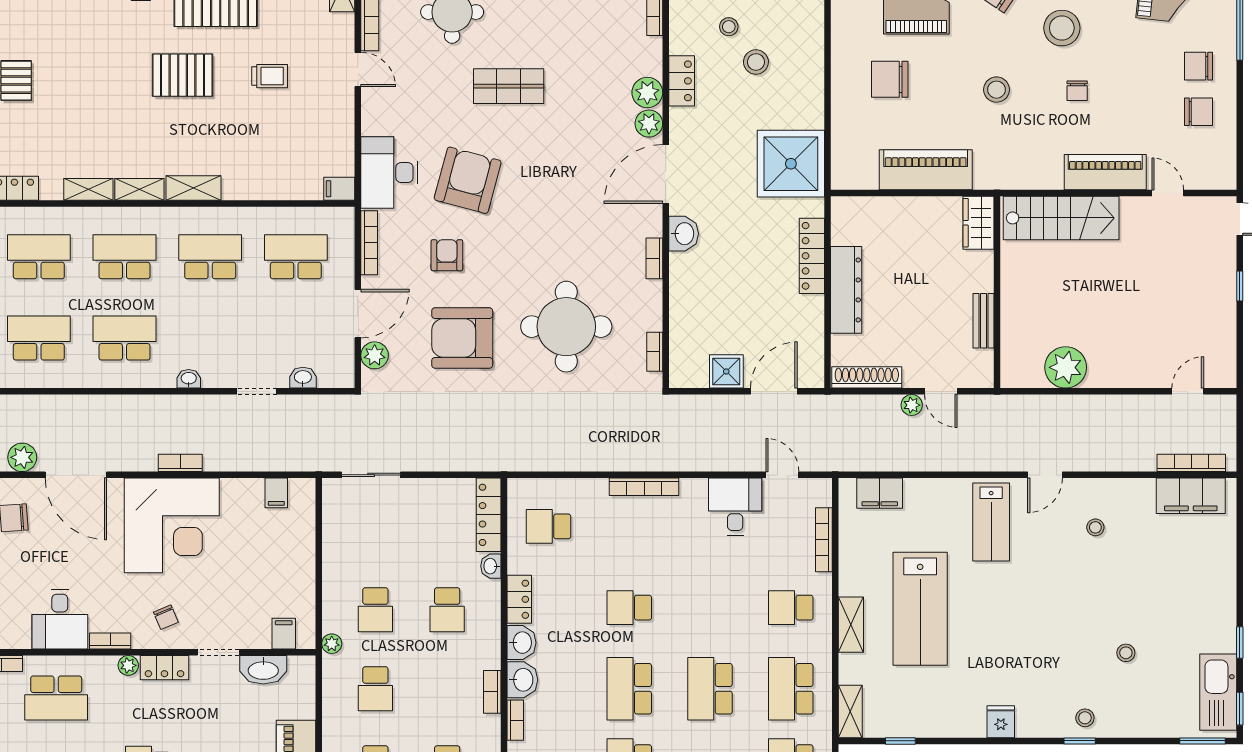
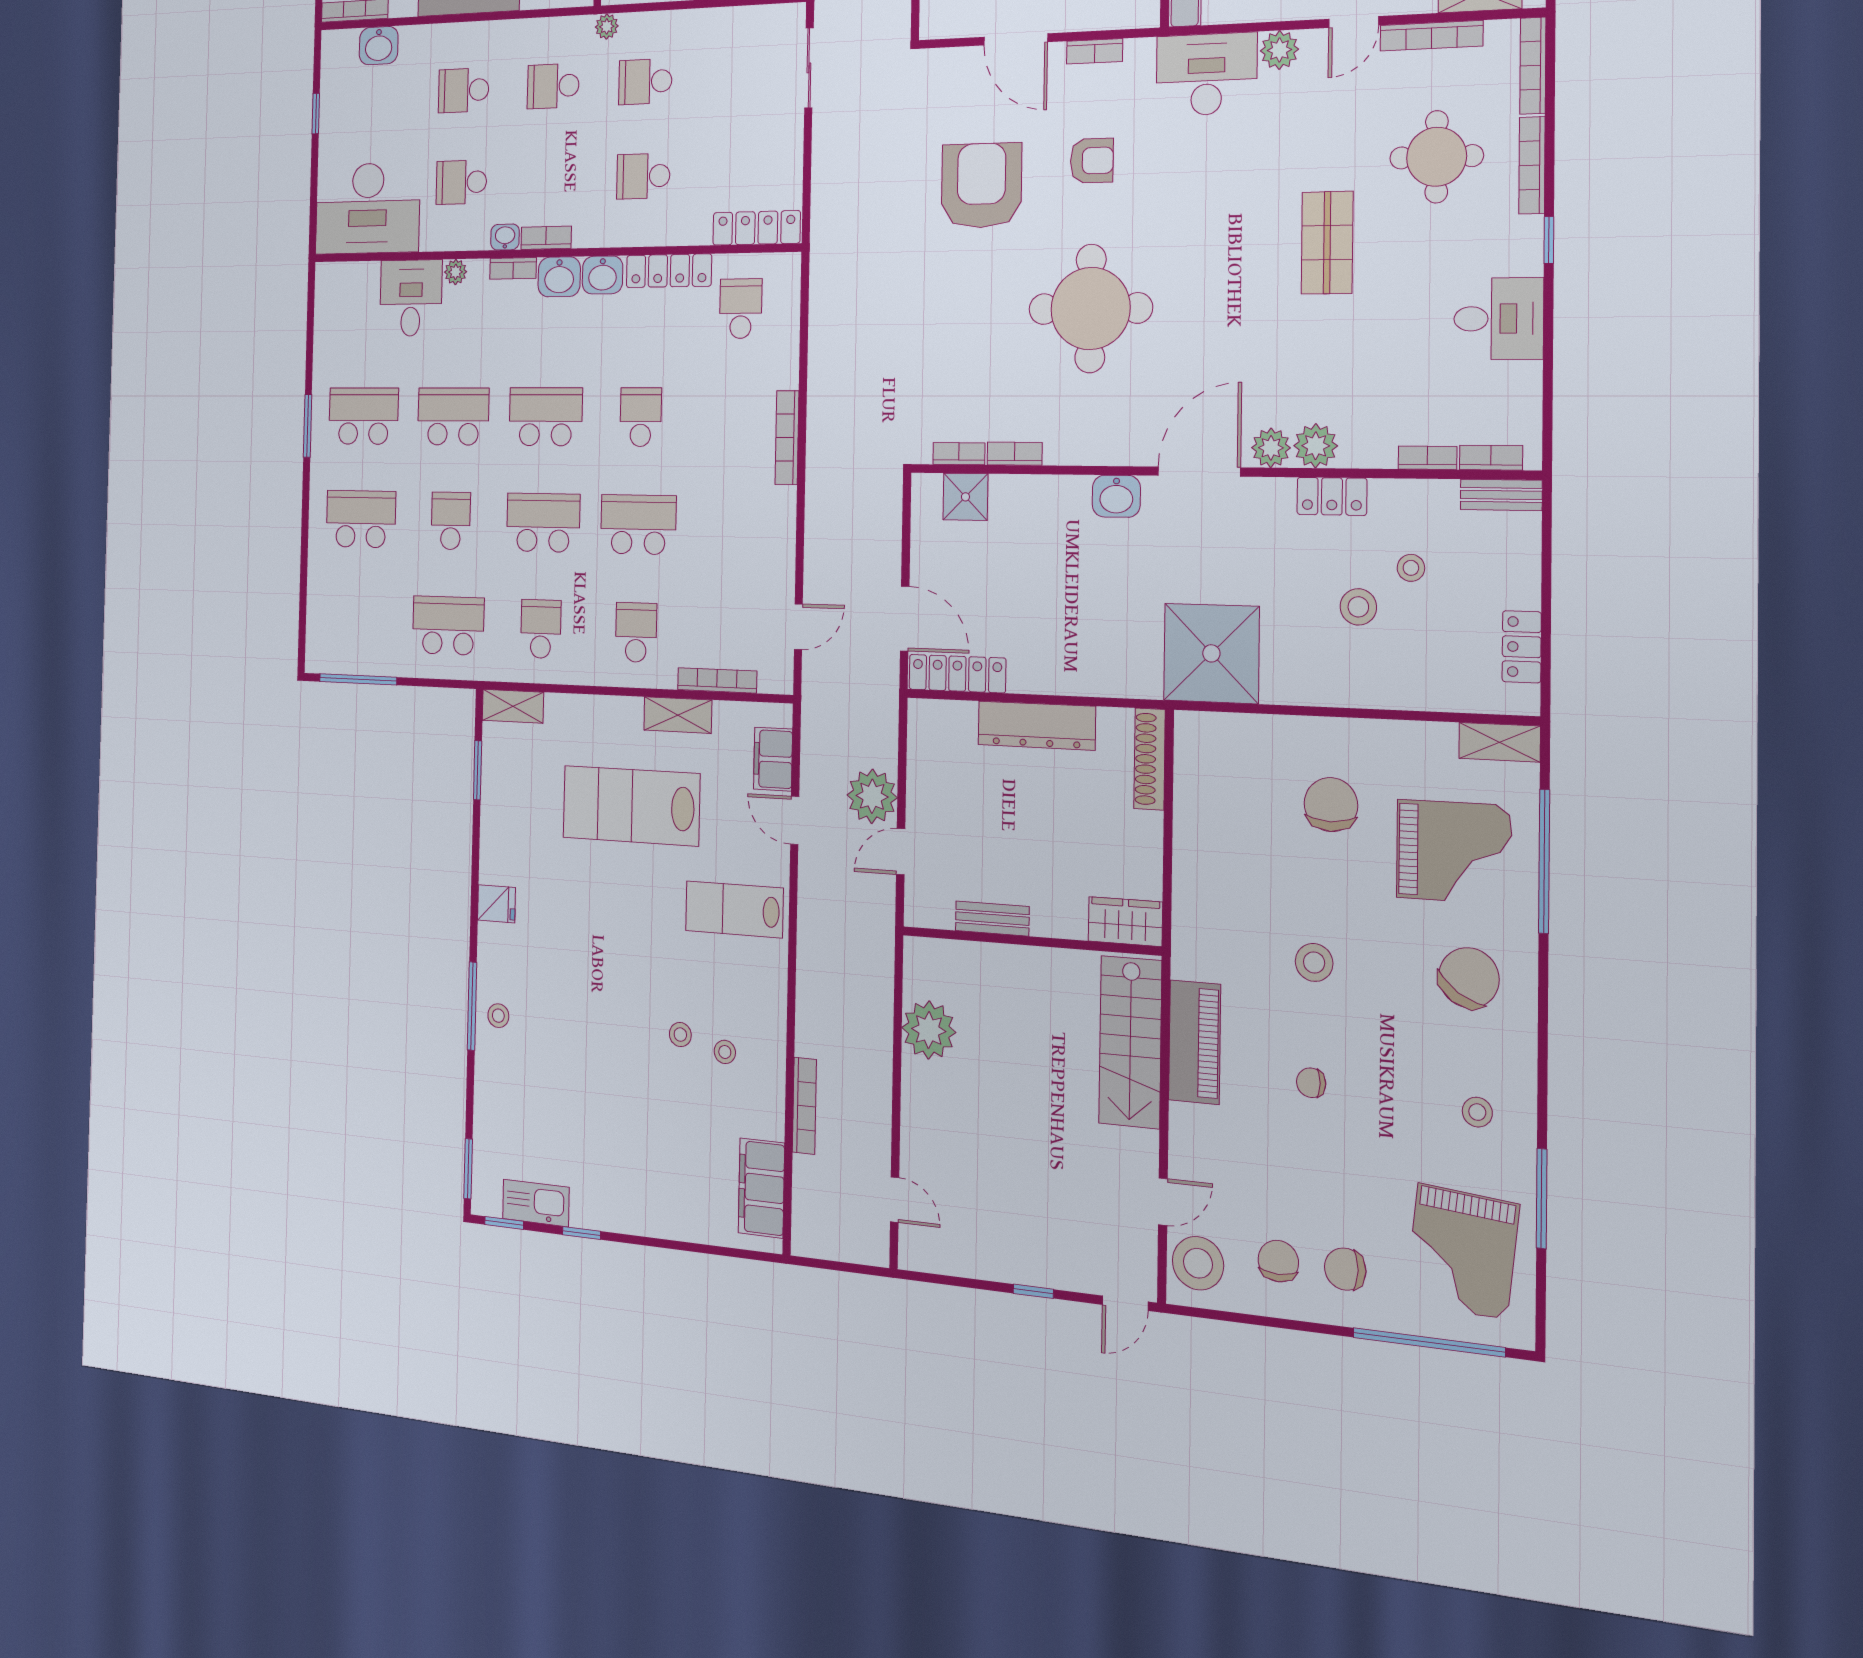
stool: (1062, 28) -> (1198, 1263), moved
chair: (1198, 66) -> (1345, 1269), turned -90
chair: (1199, 112) -> (1278, 1261), turned 180
piano: (926, 170) -> (1200, 850), removed
piano: (1105, 172) -> (1195, 1042), moved
door: (666, 174) -> (1199, 472), hinge flipped
armchair: (468, 180) -> (1194, 187), removed
bookcase: (369, 243) -> (1095, 51), width x0.64
locker: (812, 256) -> (957, 674), moved
bookcase: (654, 258) -> (1015, 454), moved
round table: (566, 327) -> (1091, 308), moved
plant: (375, 355) -> (1279, 50), moved
shower: (726, 371) -> (965, 497), moved
shoe rack: (867, 377) -> (1150, 759), moved, turned 180
plant: (912, 405) -> (872, 796), width x1.88, depth x1.88
bookcase: (1191, 463) -> (804, 1106), moved
door: (1045, 475) -> (795, 820), moved
desk: (735, 507) -> (760, 561), removed
washbasin: (491, 566) -> (505, 237), moved
locker: (519, 599) -> (669, 271), width x1.53
school desk: (710, 608) -> (638, 525), added
shelving: (851, 625) -> (678, 715), moved
stool: (1126, 653) -> (680, 1035), moved
school desk: (791, 689) -> (541, 629), width x0.54
kitchen sink: (1218, 692) -> (536, 1203), width x0.73, depth x0.81
window: (900, 741) -> (478, 770), width x1.50
window: (1080, 741) -> (472, 1006), width x2.17

